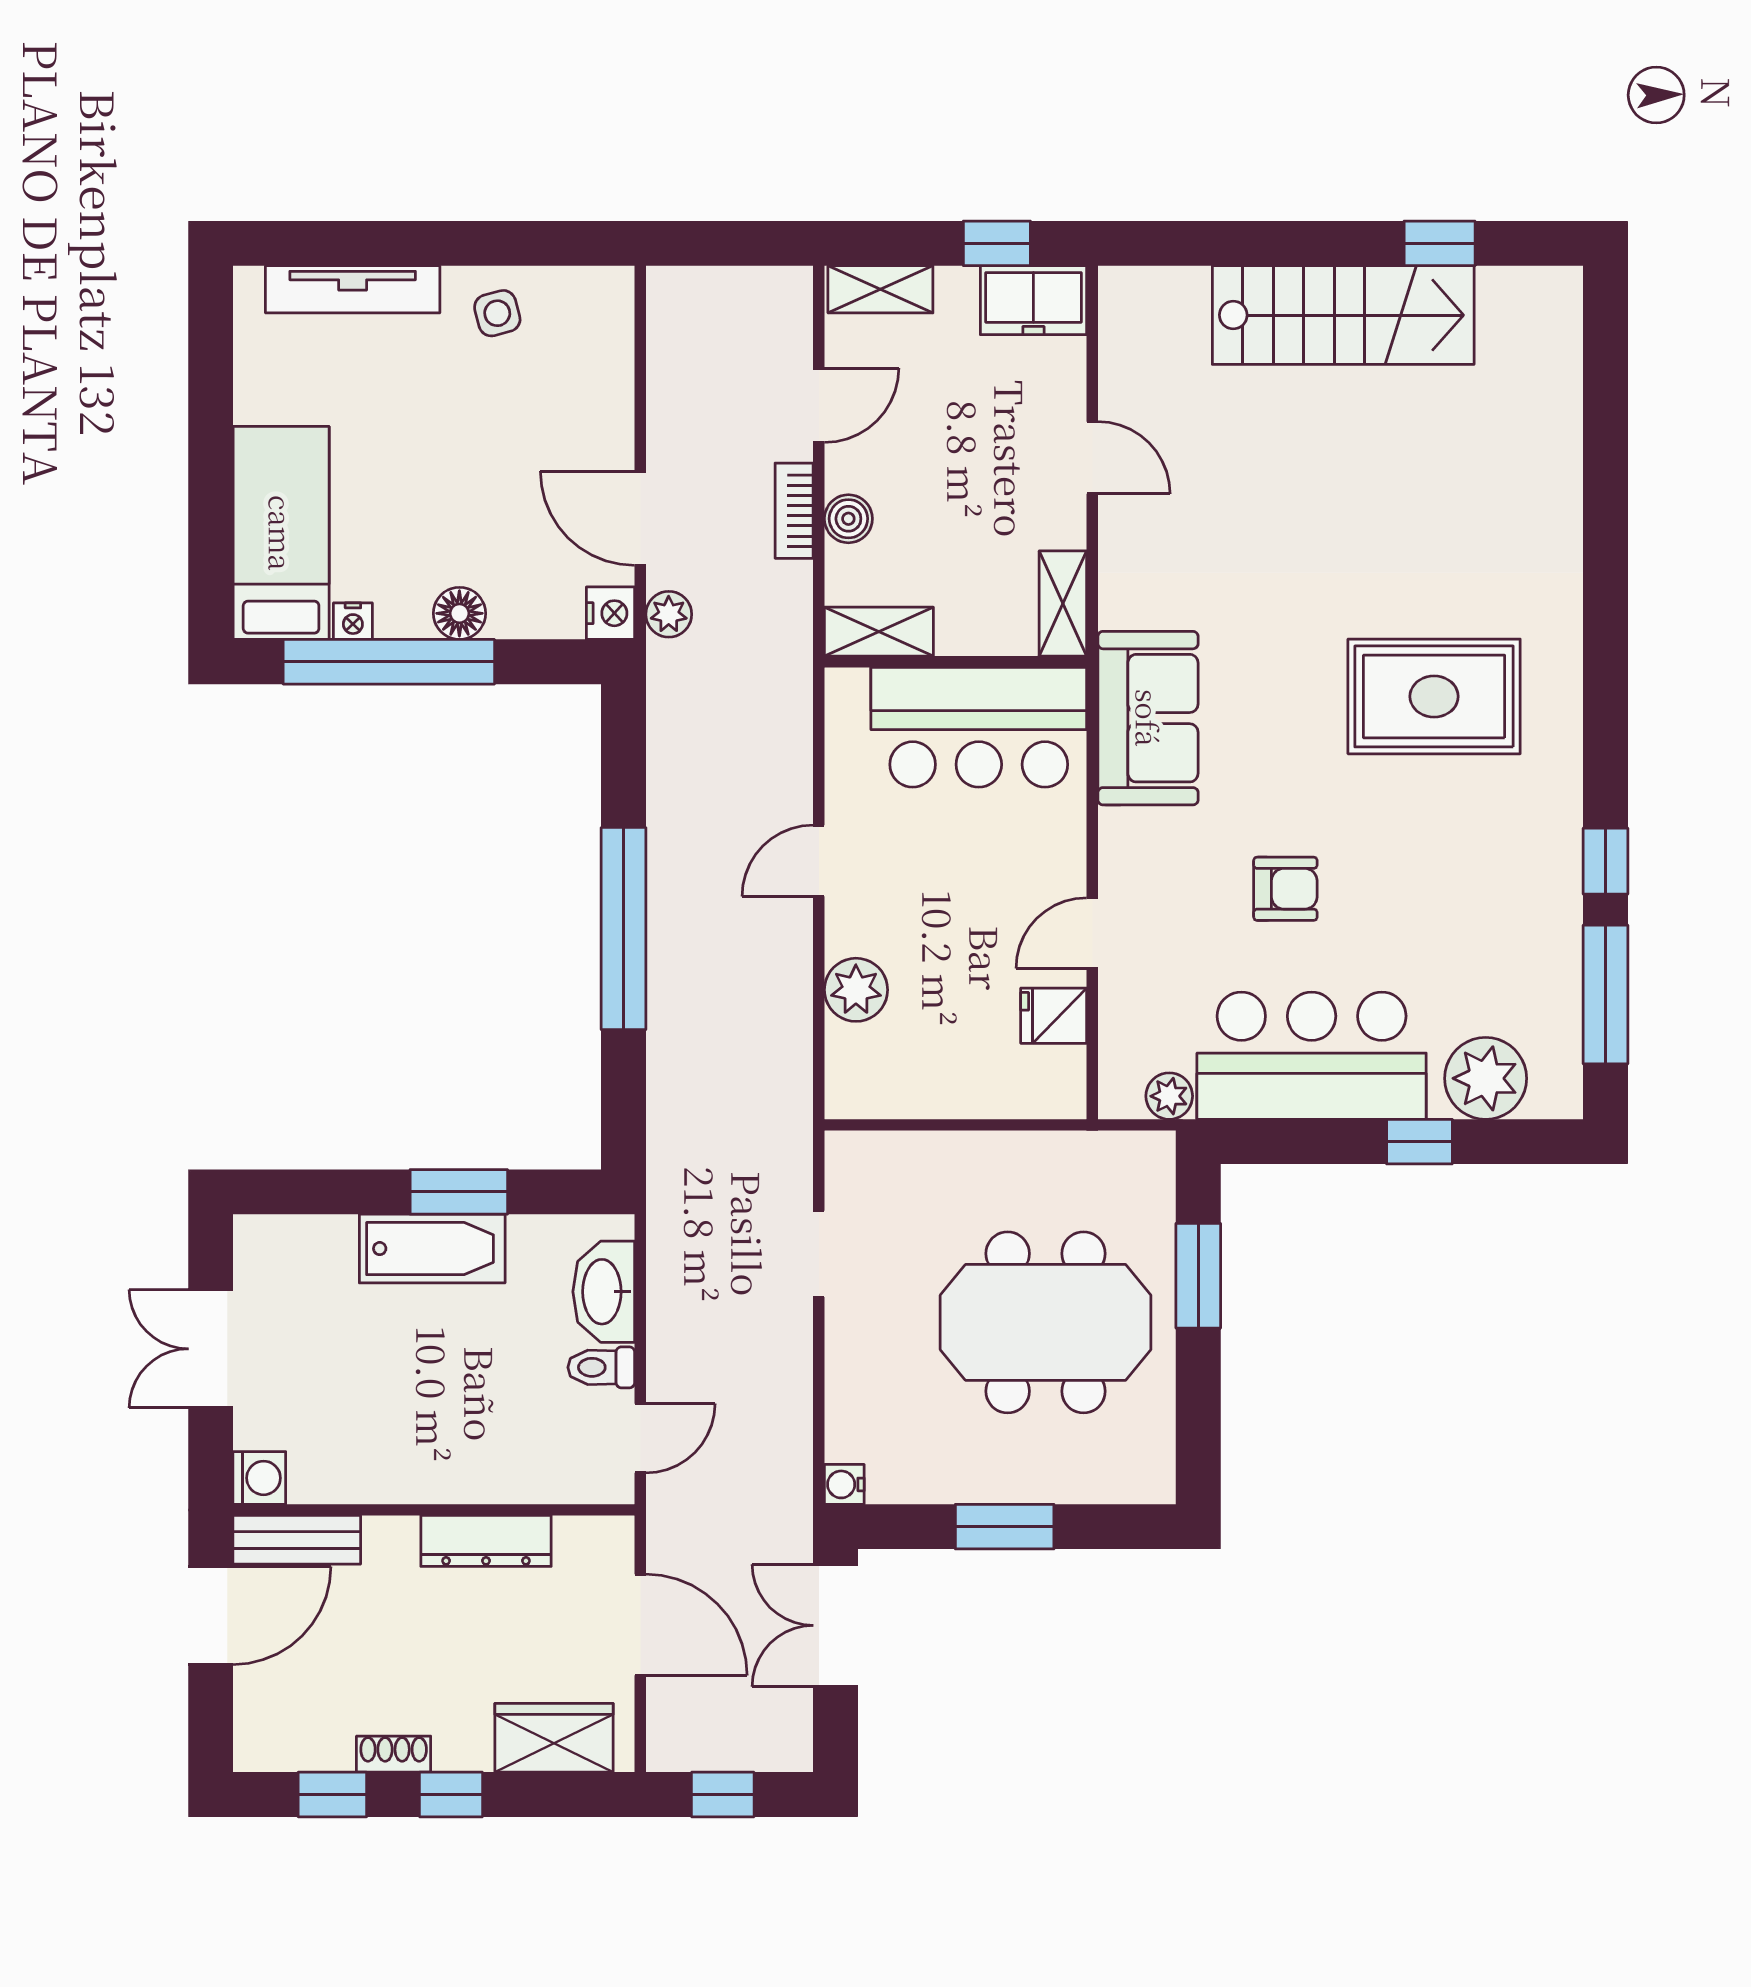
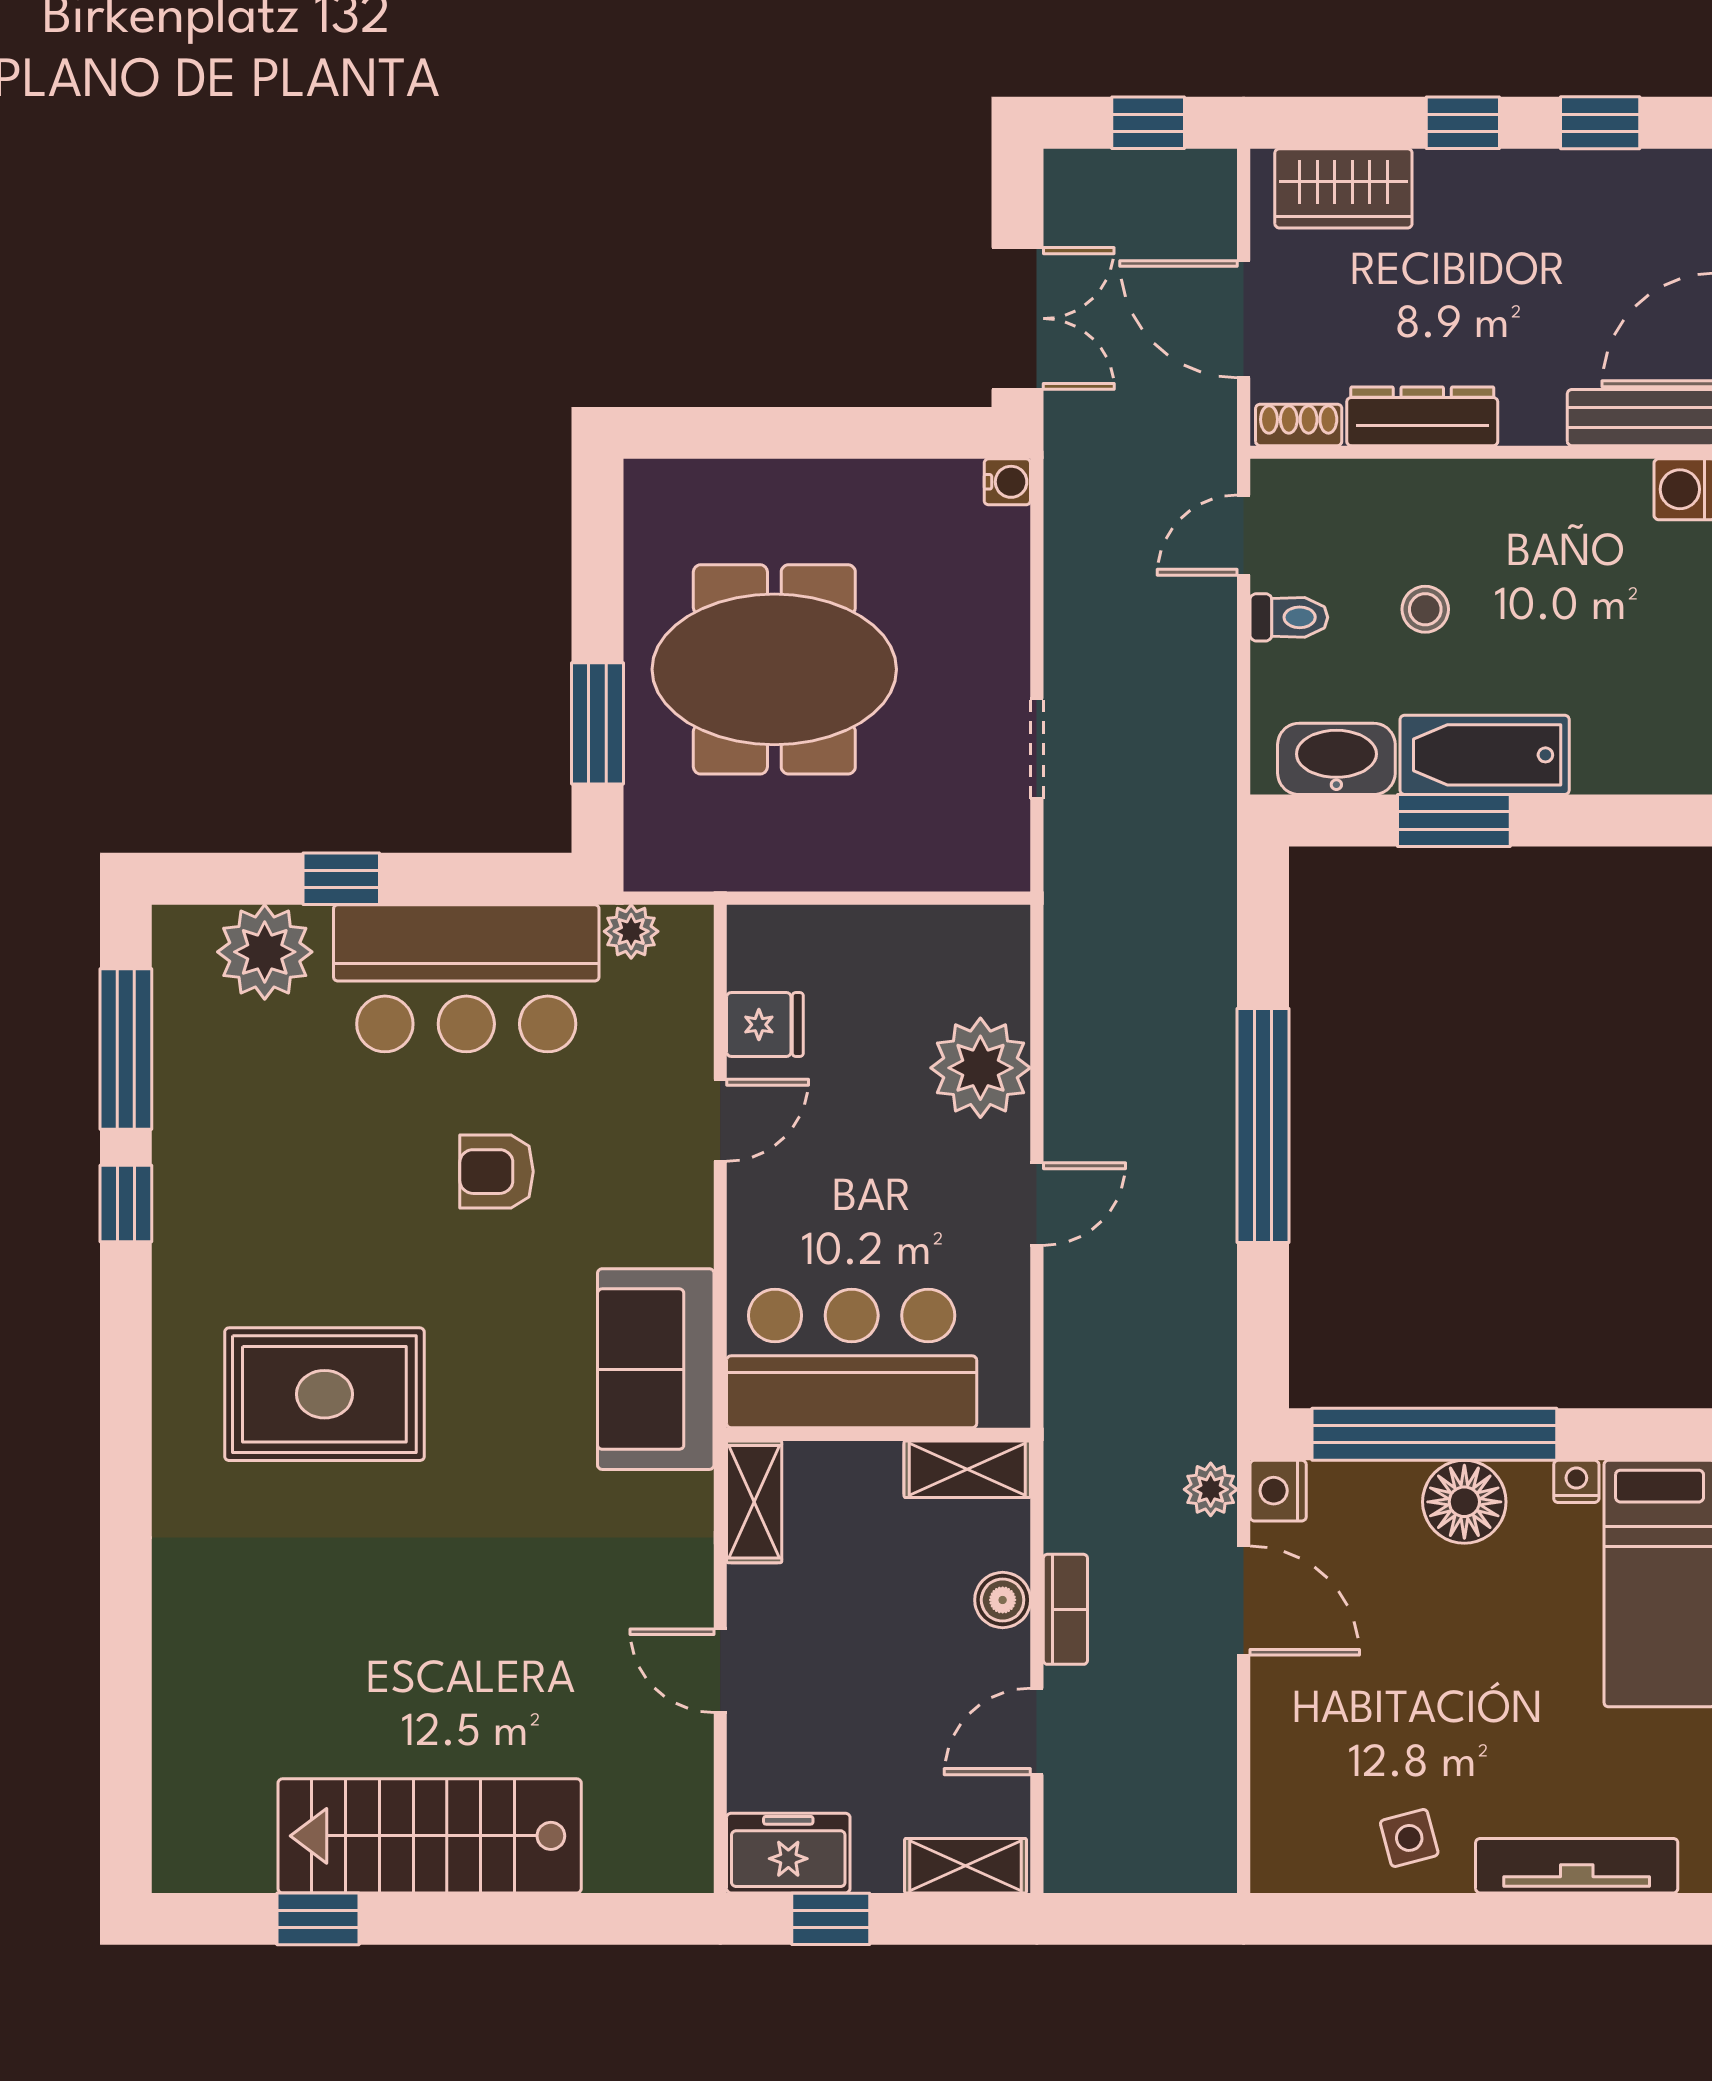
floor lamp: (459, 613) -> (1464, 1502), width x1.38, depth x1.38
window: (389, 662) -> (1434, 1434), moved
plant: (856, 990) -> (980, 1068), width x1.36, depth x1.36
washbasin: (604, 1292) -> (1336, 759), moved, turned -90
stool: (483, 1374) -> (1425, 609), added
window: (1005, 1527) -> (822, 433), removed
shoe rack: (394, 1754) -> (1299, 425), moved, turned 180

